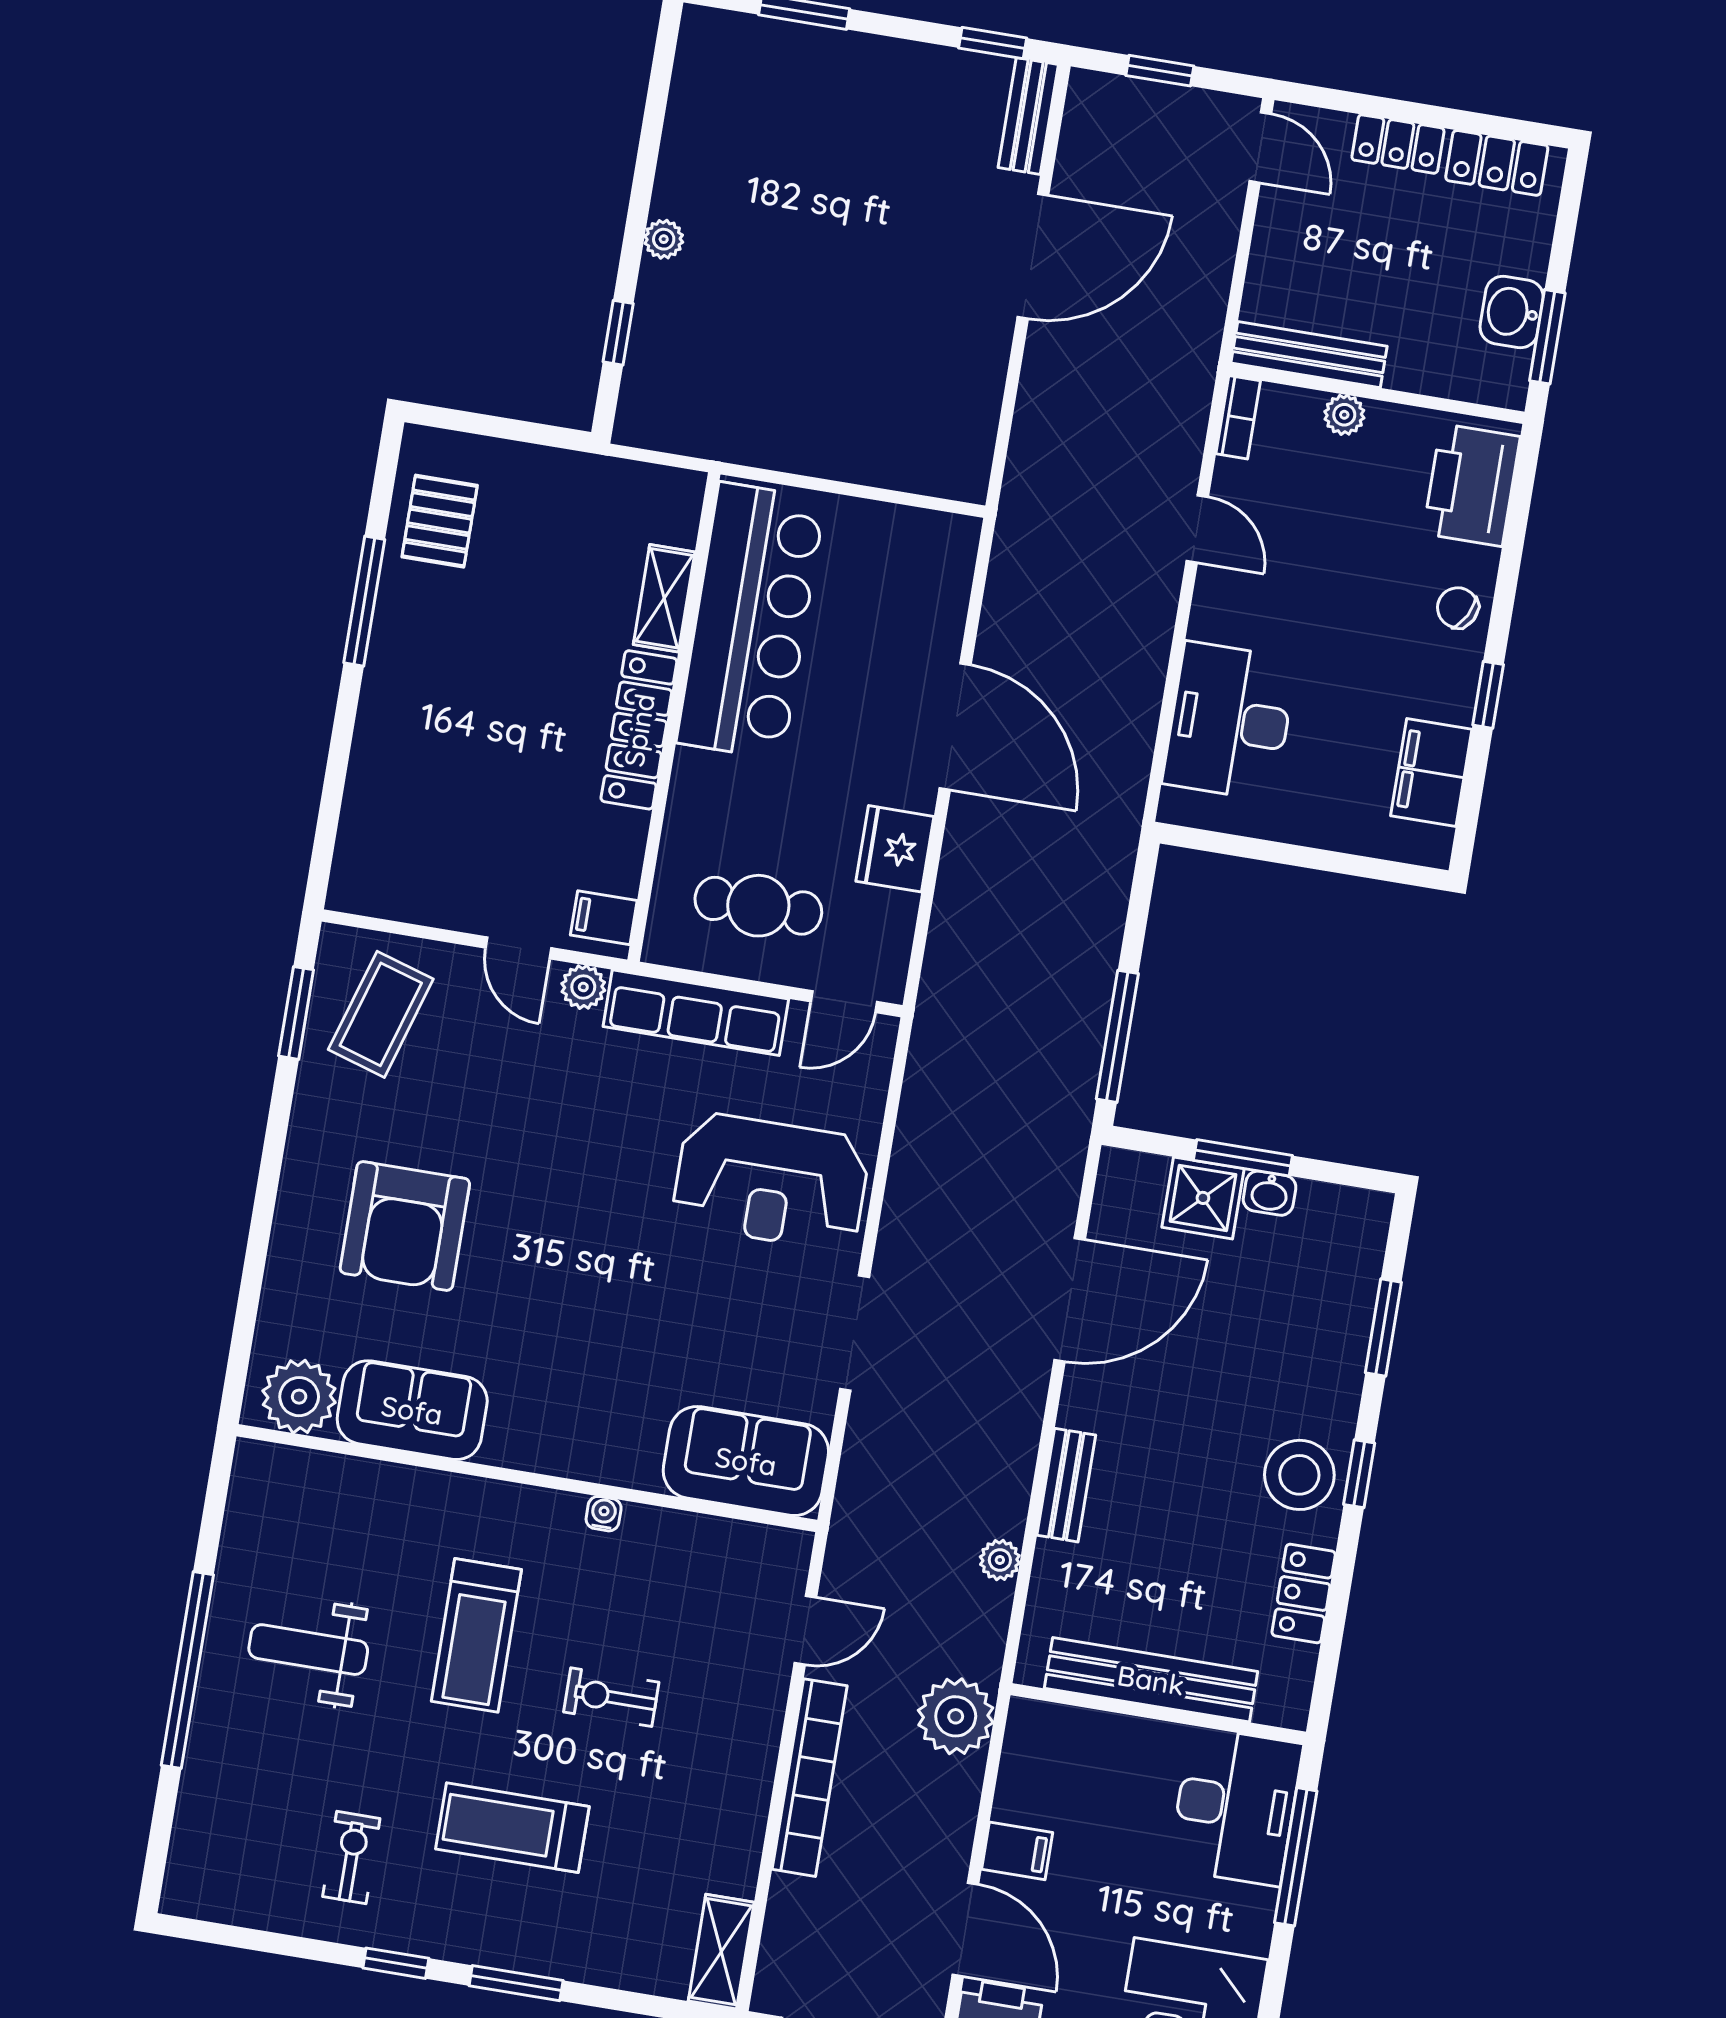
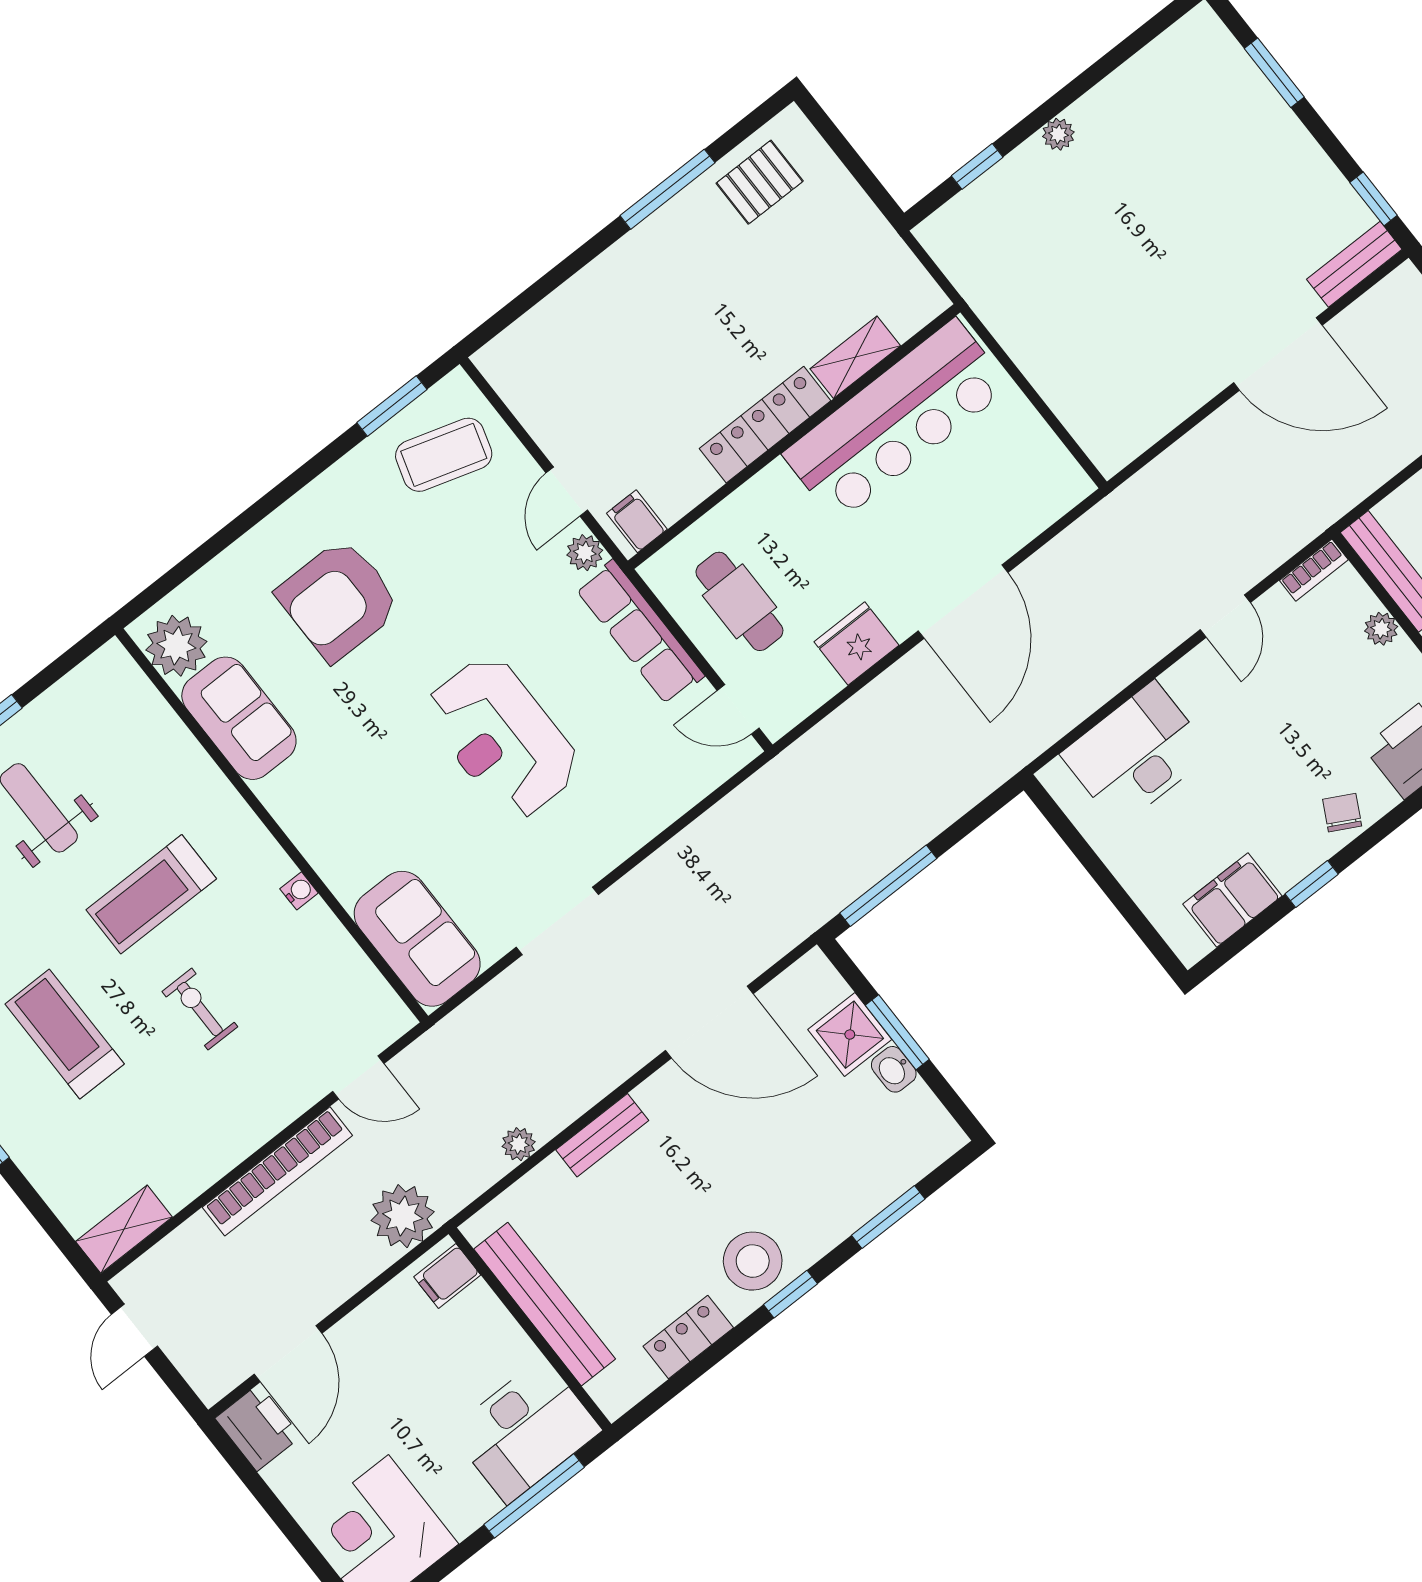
reception desk: (771, 1182) -> (502, 738), moved
filing cabinet: (1017, 1851) -> (447, 1276), moved, turned 90

